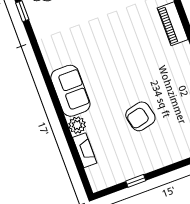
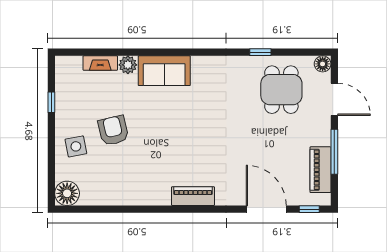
side table: (167, 144) -> (76, 146), added

